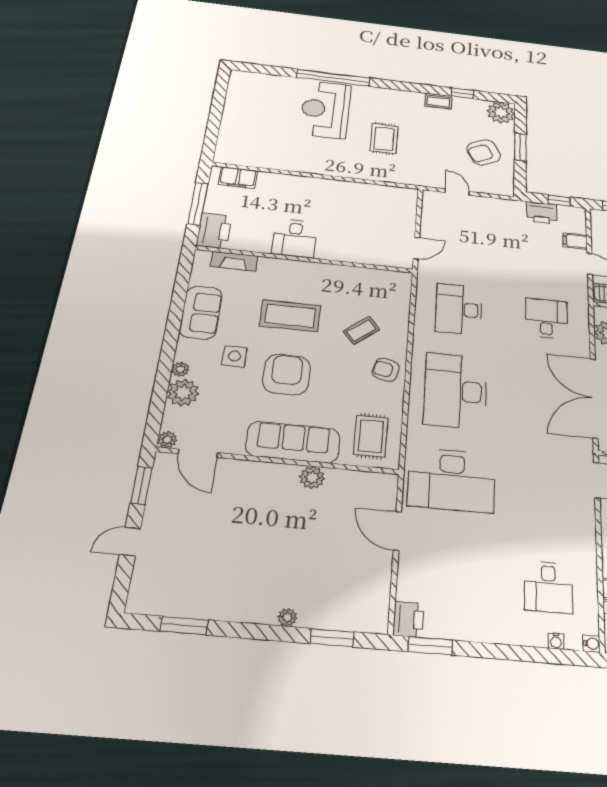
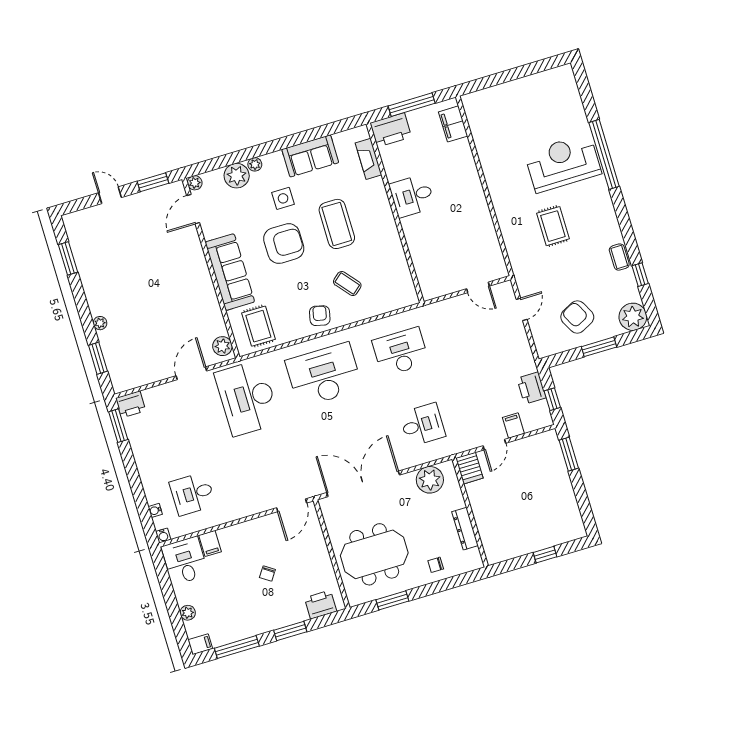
rug: (384, 139) -> (553, 226), turned 90
door: (416, 248) -> (478, 287), moved
rug: (371, 436) -> (258, 326), turned 90
plant: (312, 477) -> (222, 346), moved

